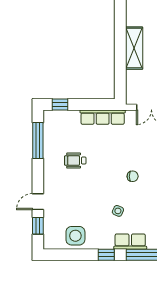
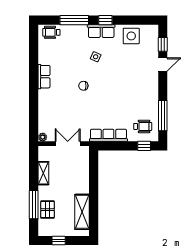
shelving: (134, 48) -> (82, 212), moved
wheelchair: (75, 161) -> (143, 126), moved
row of seats: (130, 242) -> (101, 31), moved

